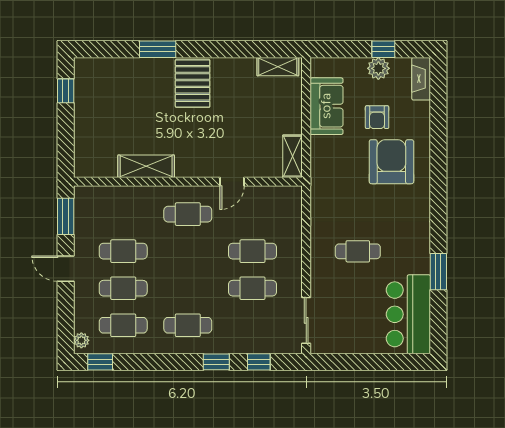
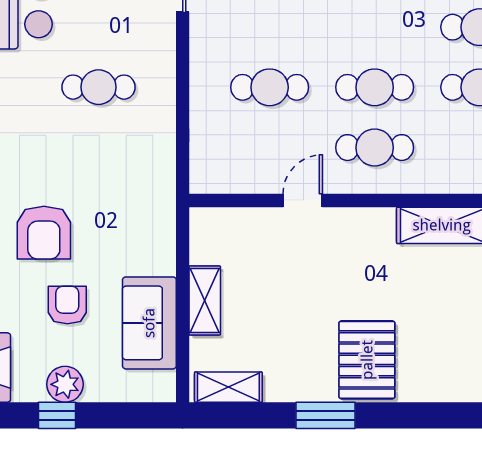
window: (158, 49) -> (325, 415), moved
shelving: (292, 156) -> (205, 301), moved
armchair: (391, 162) -> (44, 233), width x0.73, depth x0.73
cafe table: (252, 288) -> (375, 87), moved

